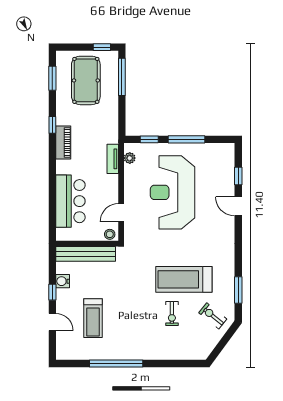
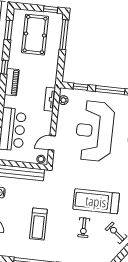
treadmill: (93, 318) -> (38, 224), moved

